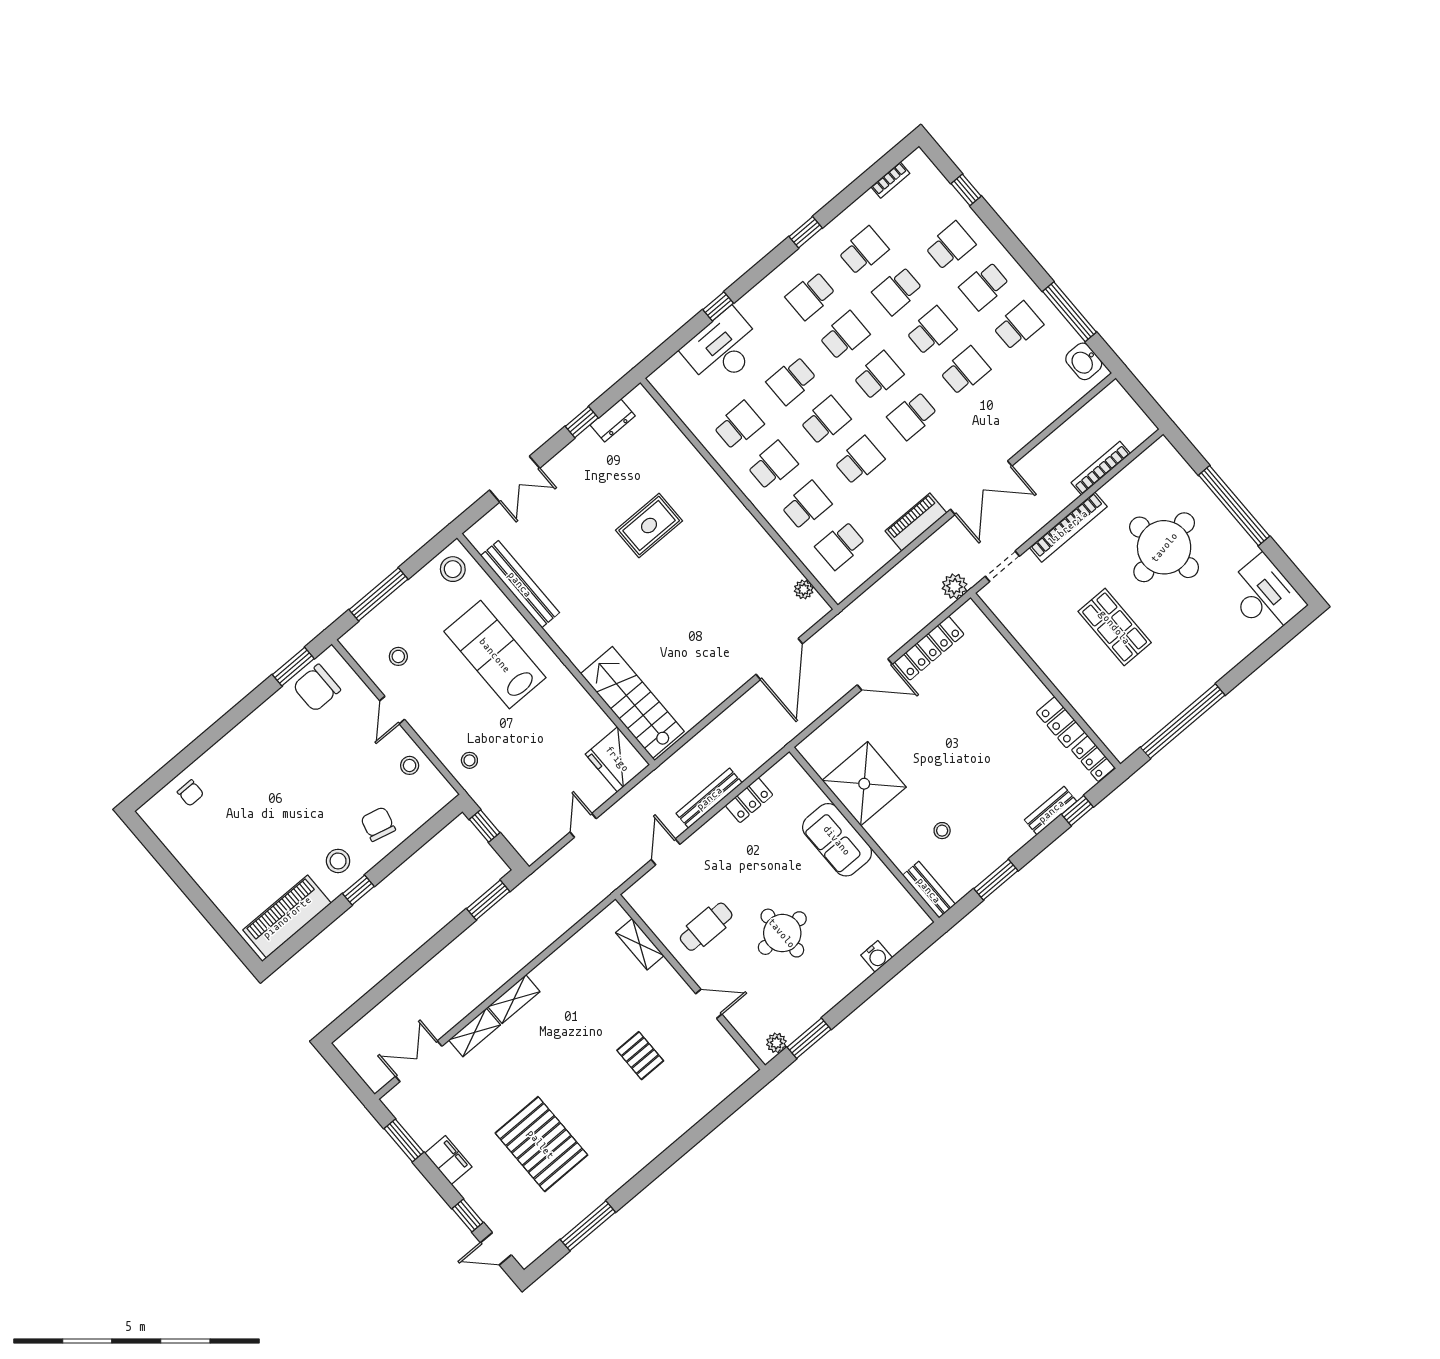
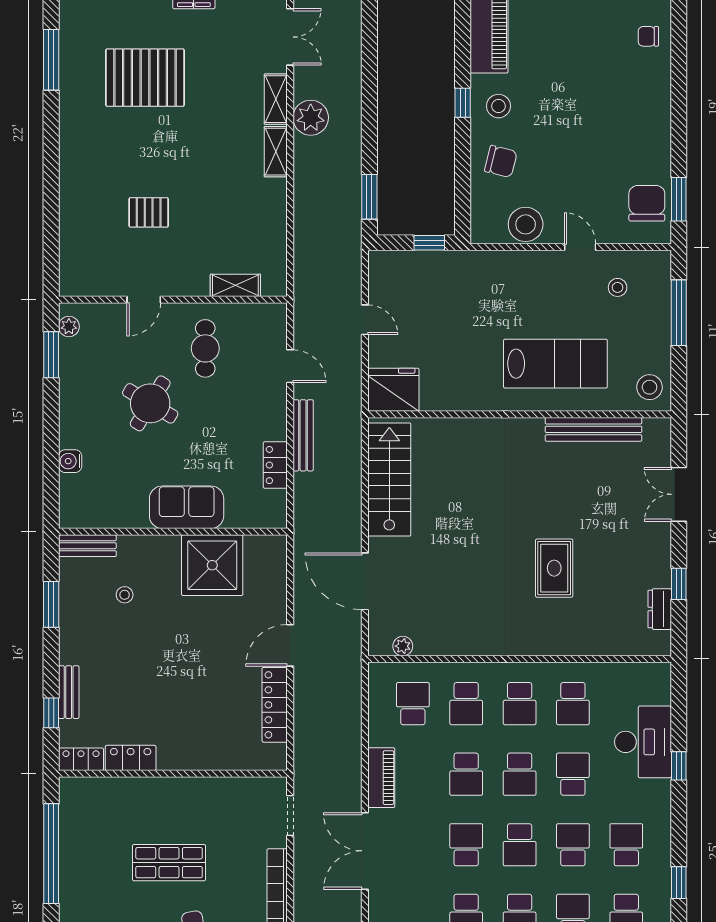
school desk: (844, 336) -> (573, 845), turned 180
plant: (955, 586) -> (311, 118), moved, width x1.36, depth x1.36
stairs: (632, 702) -> (389, 480), moved, turned -90
stool: (469, 760) -> (490, 274), removed
stool: (410, 765) -> (526, 224), width x1.89, depth x1.89
round table: (782, 933) -> (150, 403), turned 31

